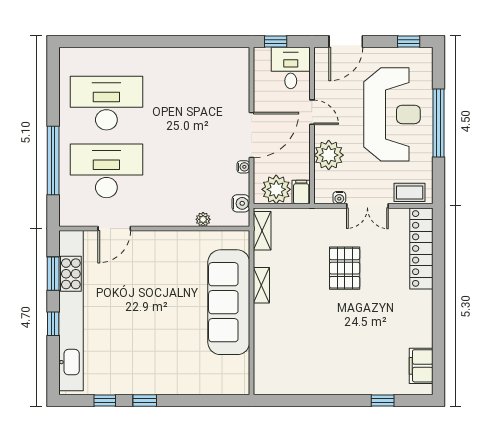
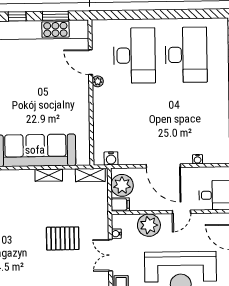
window: (53, 161) -> (142, 15), removed
water cooler: (243, 167) -> (198, 159), moved
plant: (203, 219) -> (98, 81), moved

